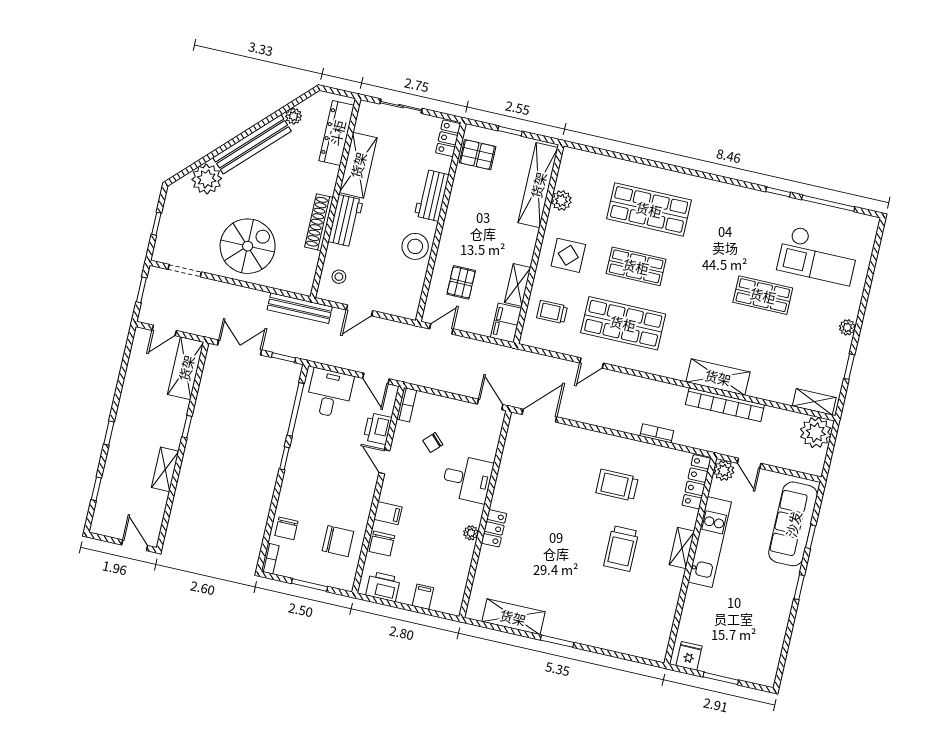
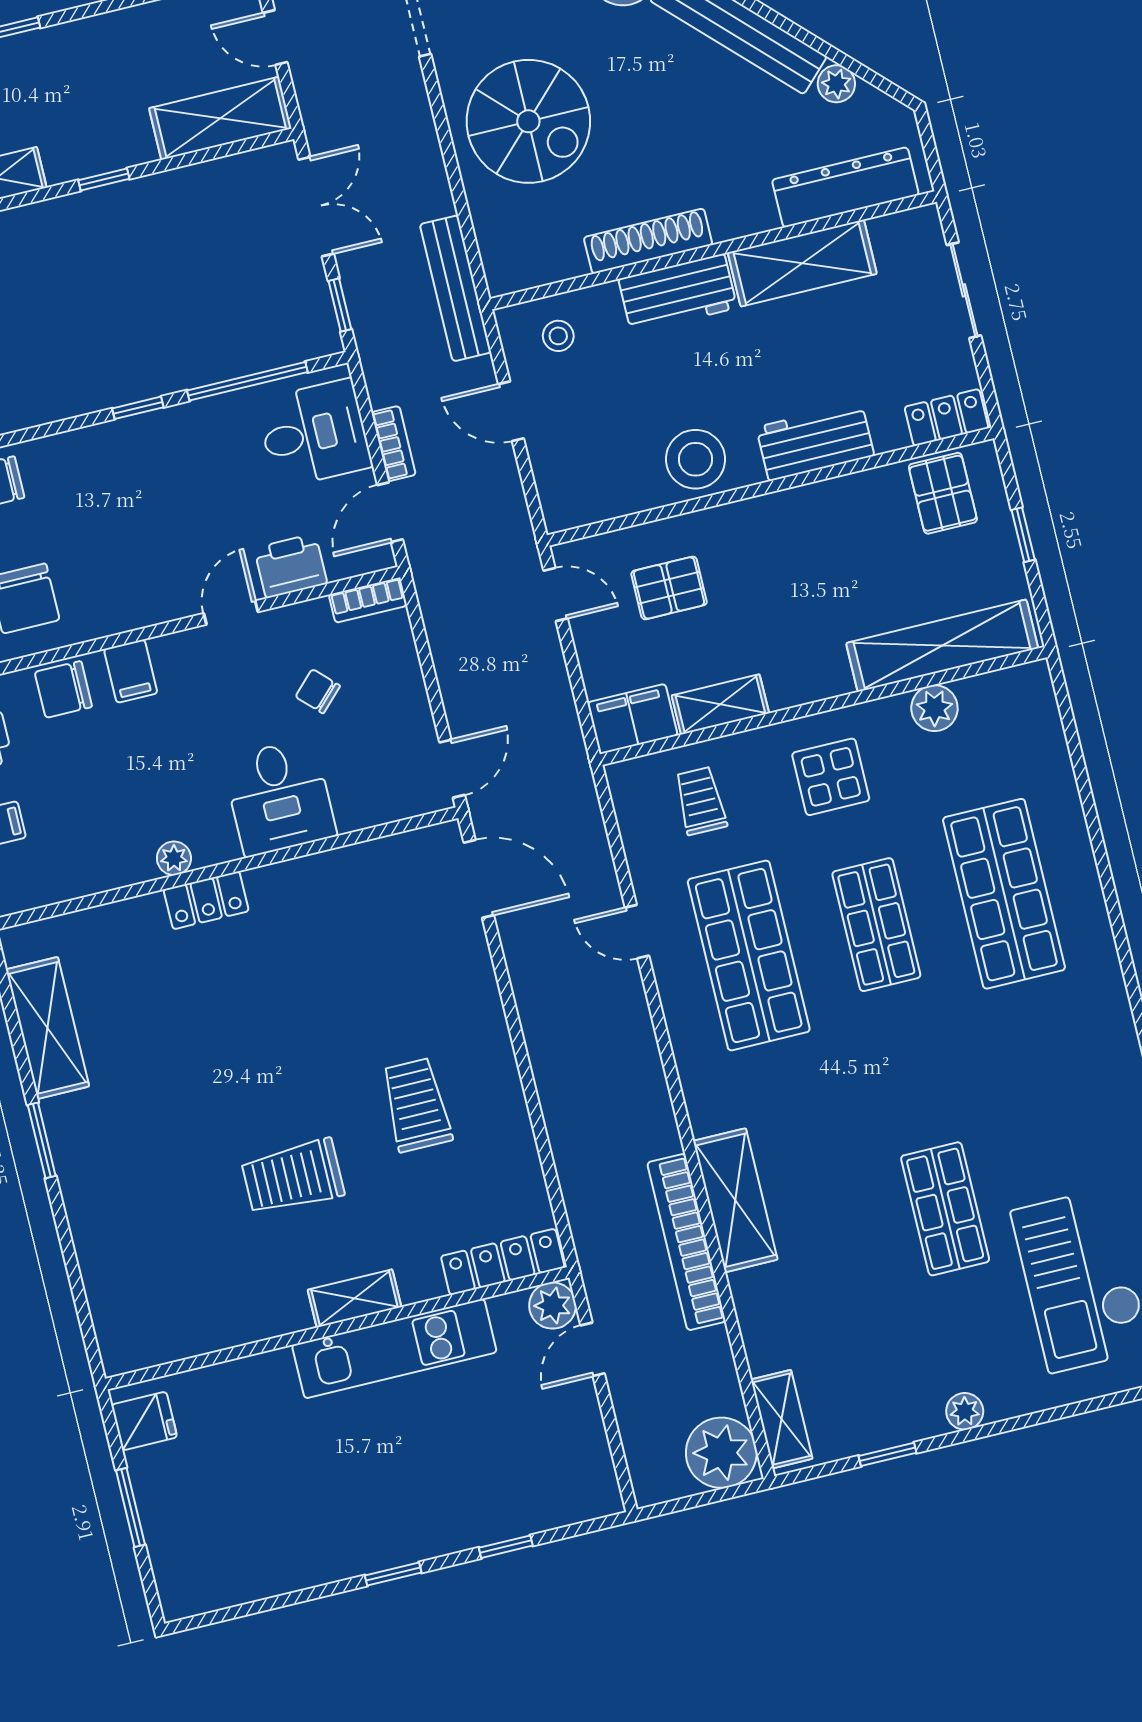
bookcase: (657, 433) -> (394, 444), moved
sofa: (793, 524) -> (514, 1499), removed

